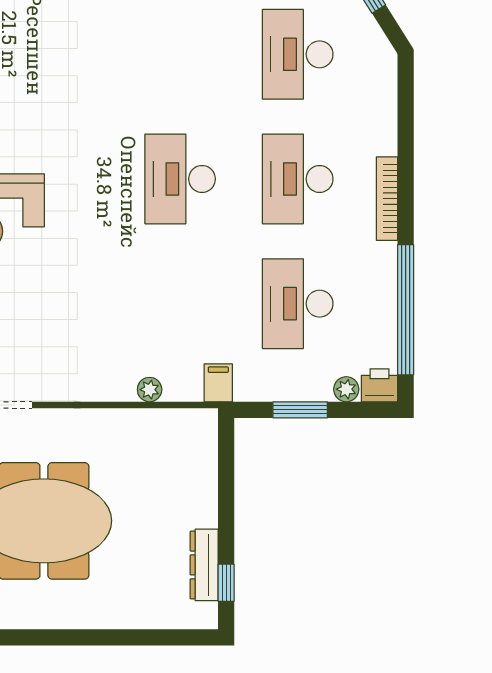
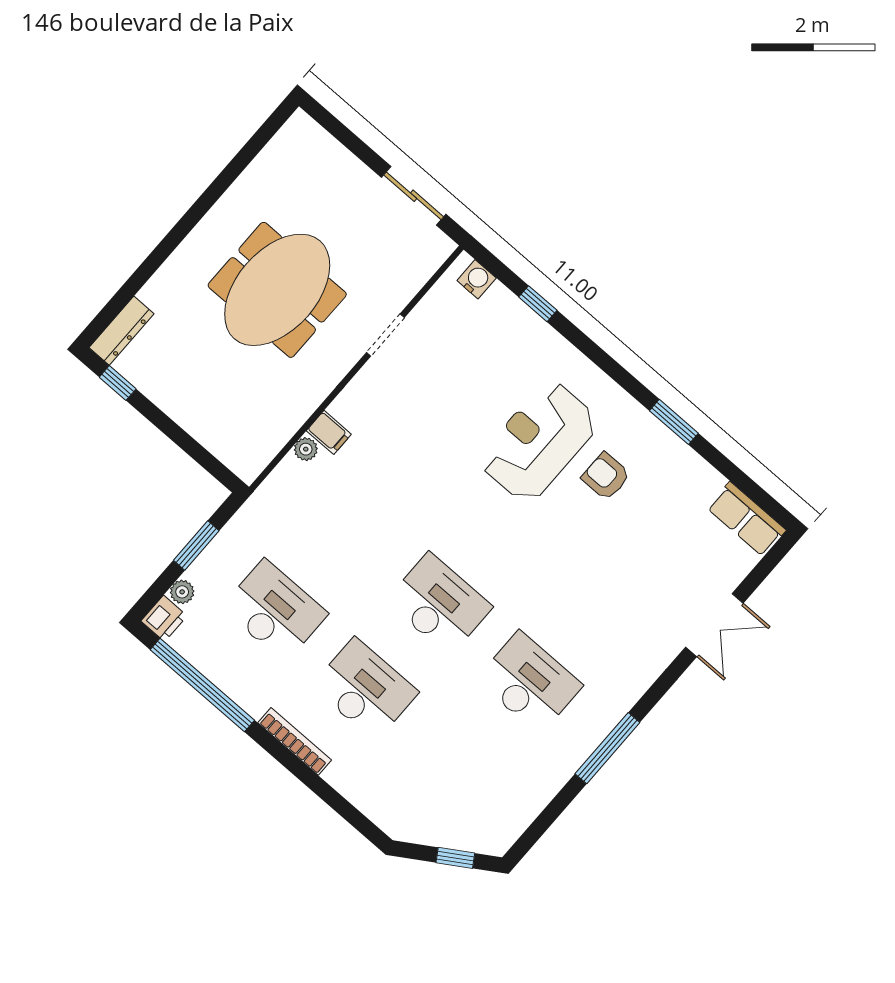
desk: (298, 54) -> (529, 682), moved
filing cabinet: (218, 383) -> (329, 432), moved
dresser: (204, 565) -> (121, 331), moved, turned 90

